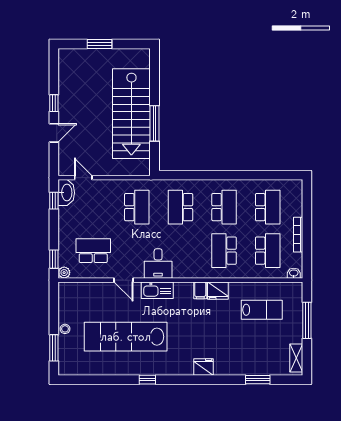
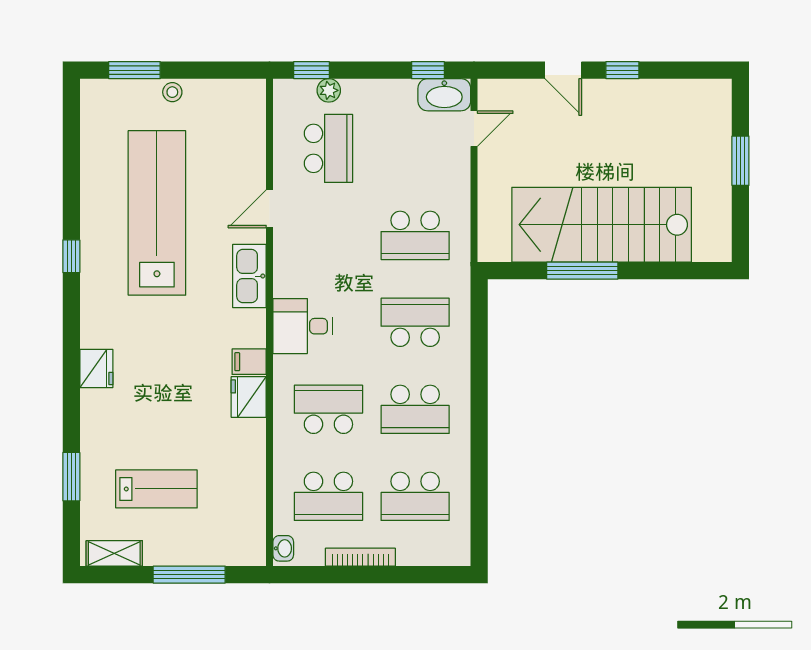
desk: (158, 264) -> (303, 326), moved
plant: (64, 273) -> (329, 90), moved
lab bench: (262, 310) -> (156, 489), moved, turned -90

